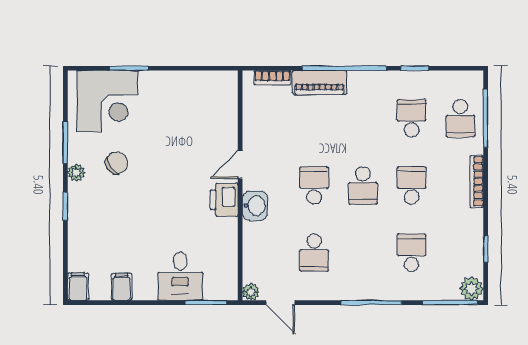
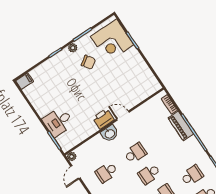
filing cabinet: (121, 287) -> (37, 100), removed

